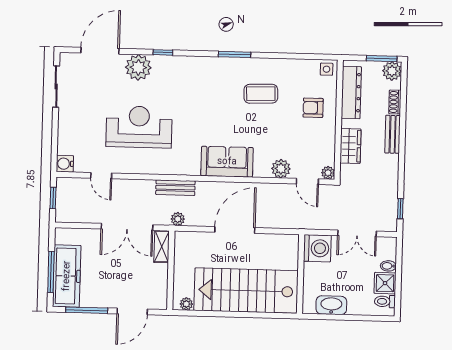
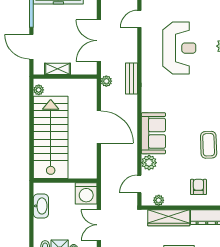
wardrobe: (350, 146) -> (169, 218), width x1.50
sofa: (227, 162) -> (153, 133), moved
plant: (328, 173) -> (159, 200), moved
shelving: (162, 247) -> (58, 69), moved

